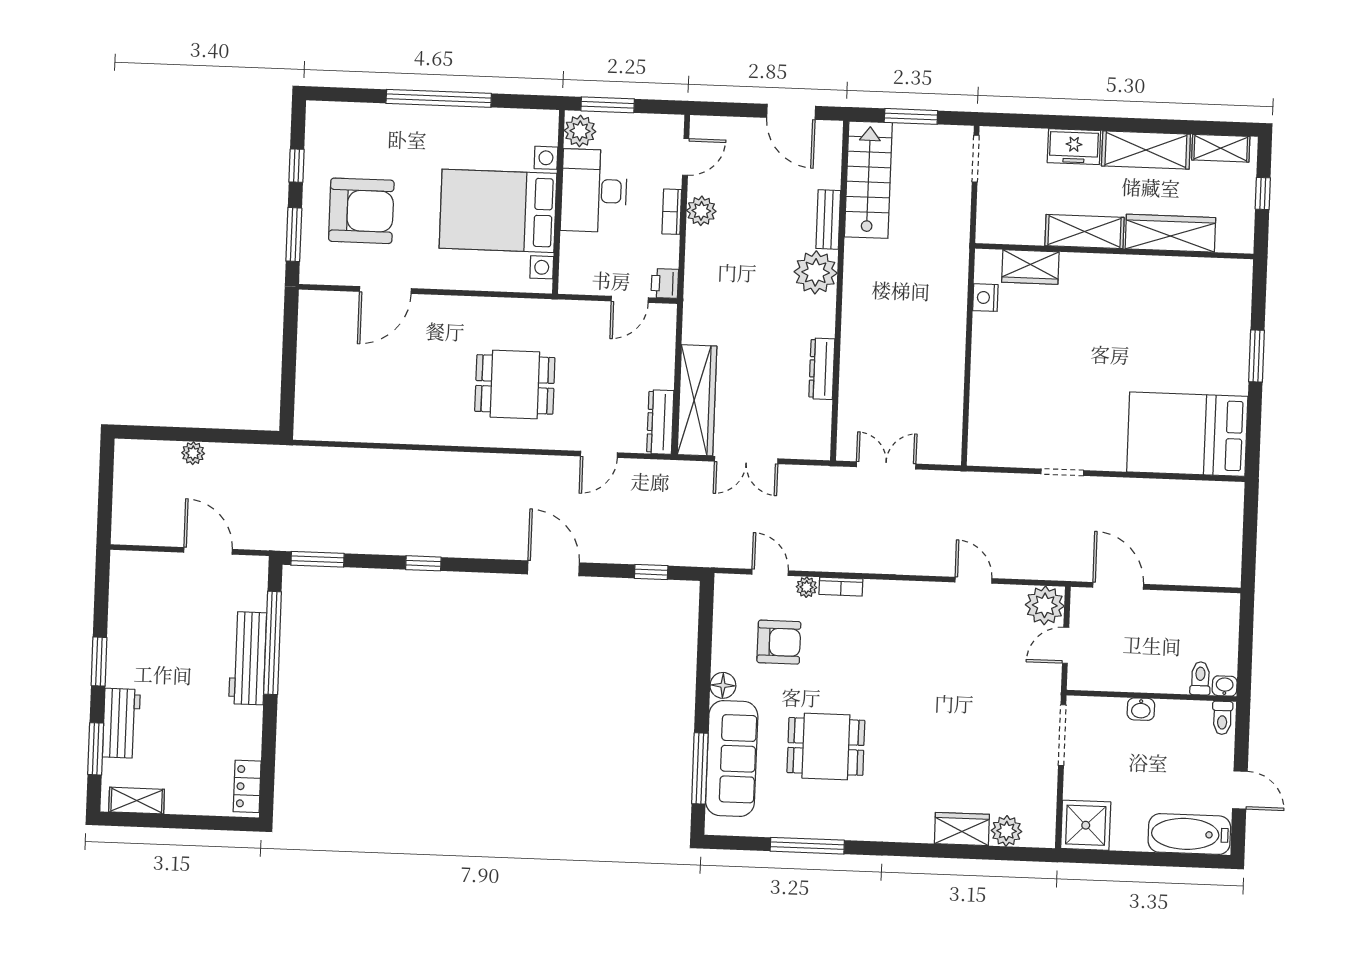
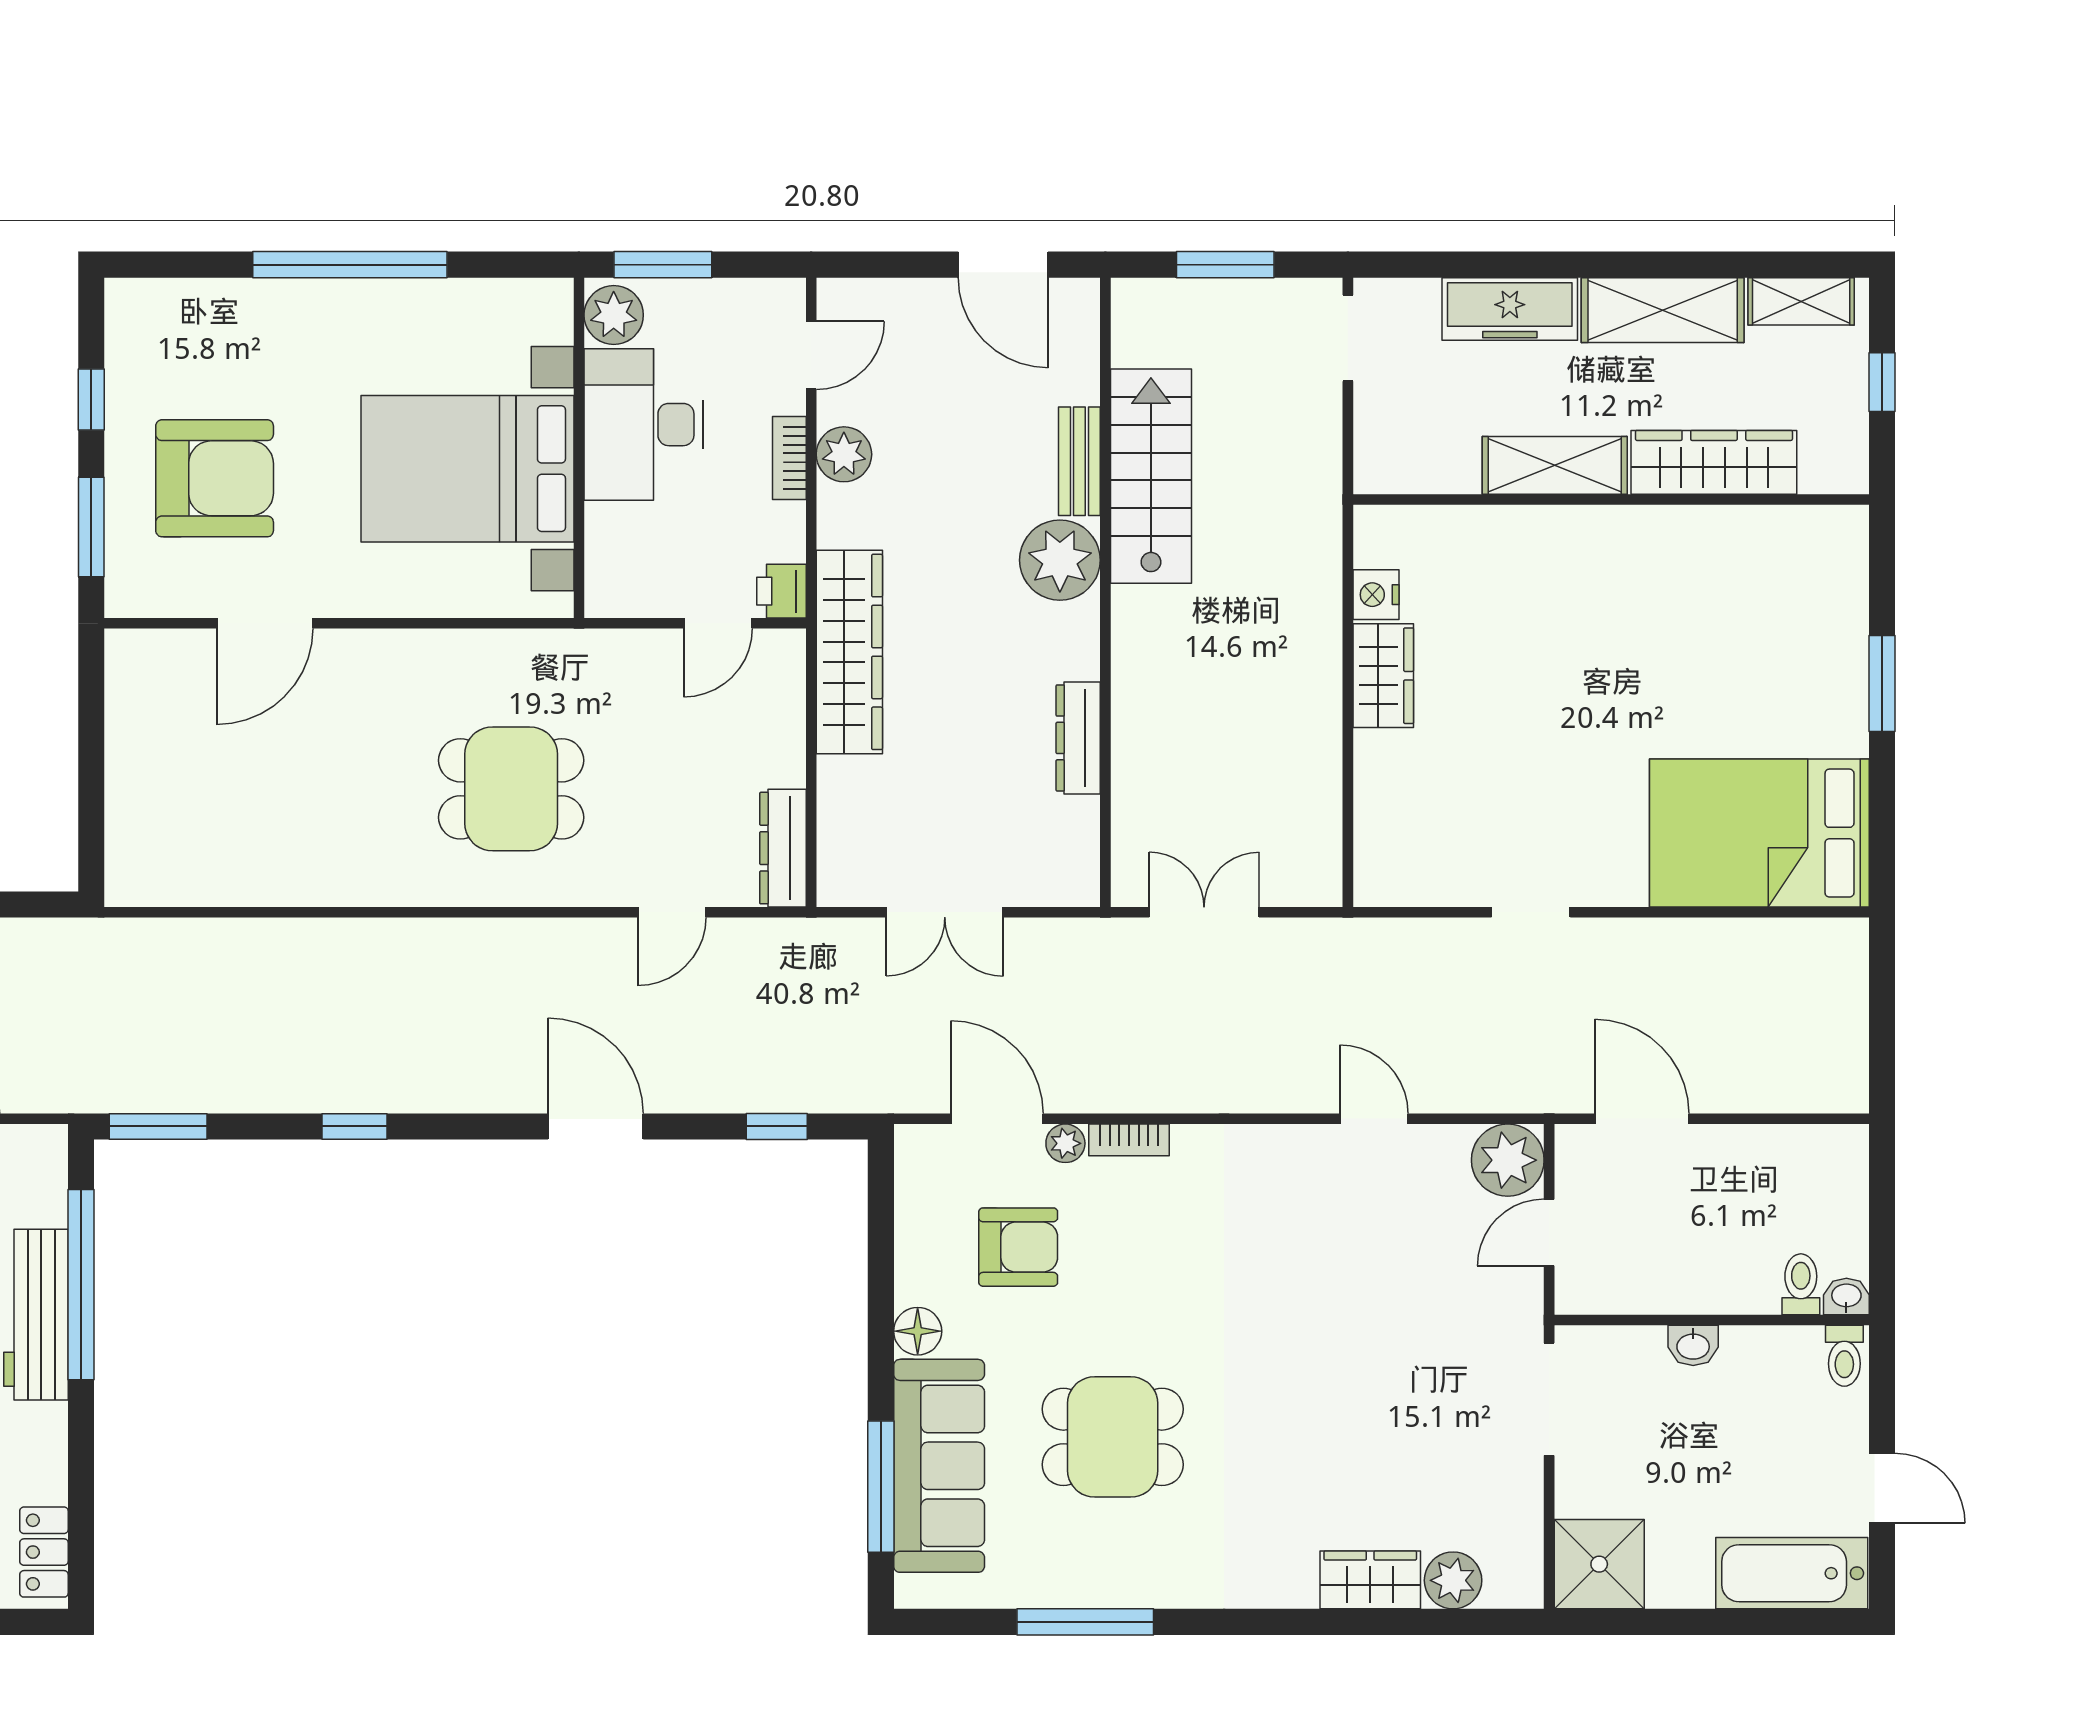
freezer: (1074, 147) -> (1510, 309), width x1.40
stairs: (868, 180) -> (1151, 476), moved
wardrobe: (1030, 267) -> (1383, 676), moved, turned -90
wardrobe: (697, 400) -> (849, 652), moved
door: (770, 572) -> (997, 1119), width x1.38

